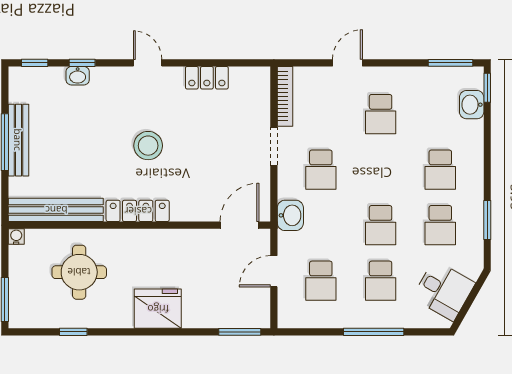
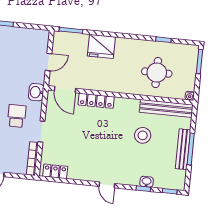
locker: (207, 78) -> (55, 171), moved
stool: (148, 146) -> (143, 135), moved
locker: (138, 211) -> (96, 101), moved
door: (240, 225) -> (65, 90), hinge flipped
school desk: (321, 281) -> (23, 54), removed
fridge: (158, 309) -> (101, 46), moved

